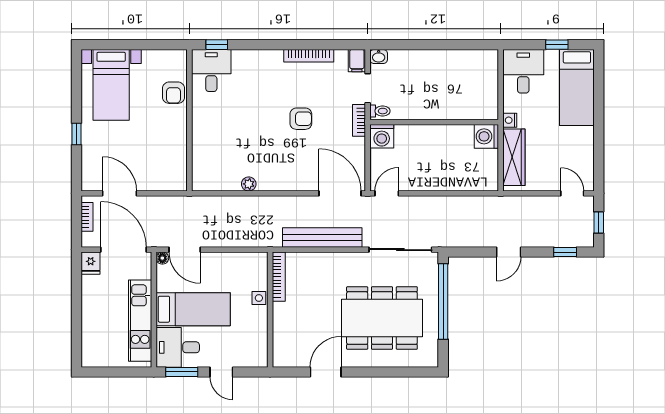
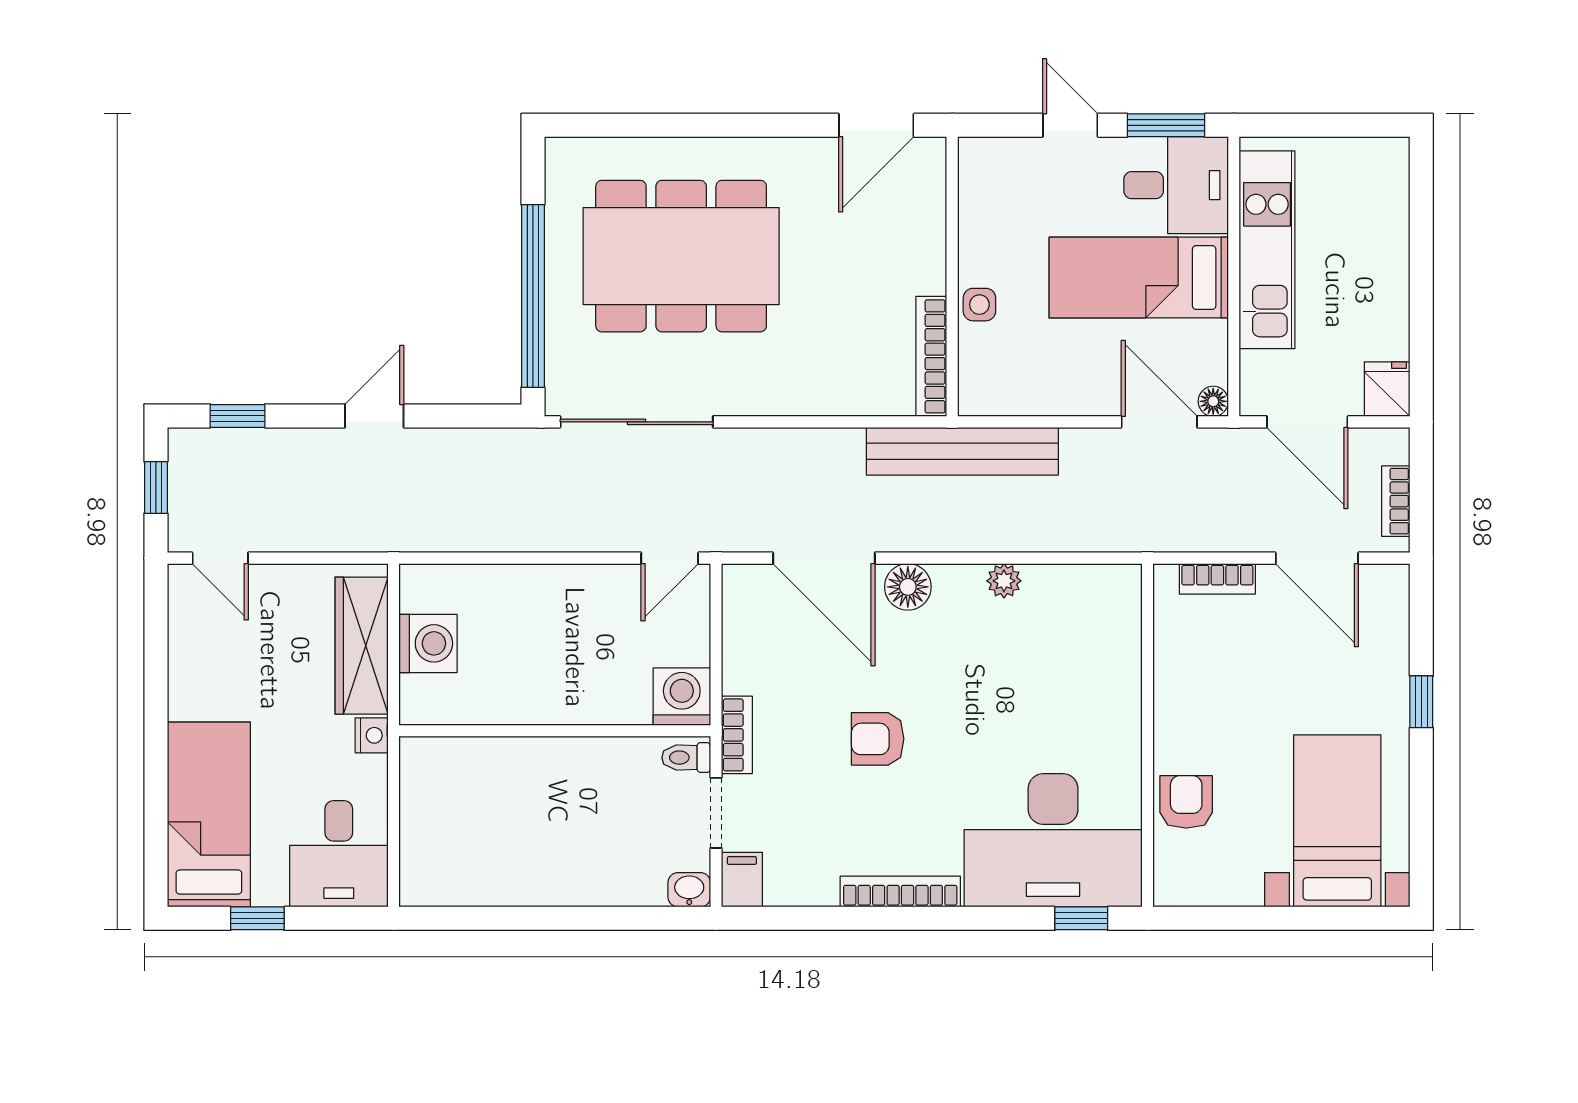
bookcase: (309, 56) -> (900, 892), moved
desk: (211, 71) -> (1053, 840), width x1.87, depth x1.30
washing machine: (486, 136) -> (428, 643), moved
floor lamp: (288, 181) -> (908, 587), added
bookcase: (161, 185) -> (1217, 579), added
door: (340, 193) -> (824, 558), moved
bench: (322, 237) -> (962, 451), moved
door: (123, 250) -> (1307, 422), width x0.73
door: (326, 372) -> (876, 125), moved

